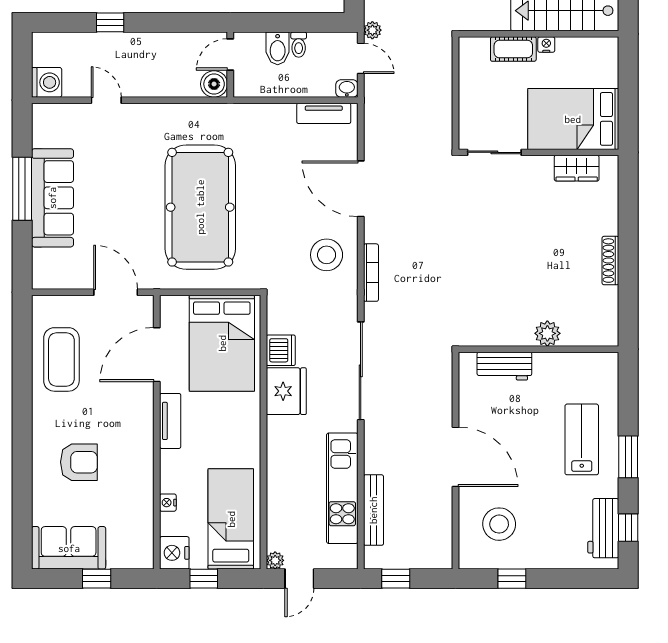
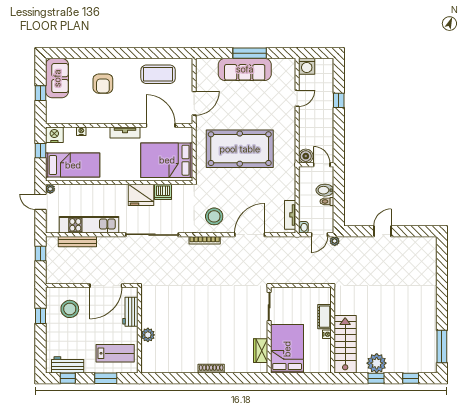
plant: (547, 333) -> (148, 335), moved
wall: (539, 349) -> (139, 330), moved
workbench: (504, 366) -> (130, 312), moved

